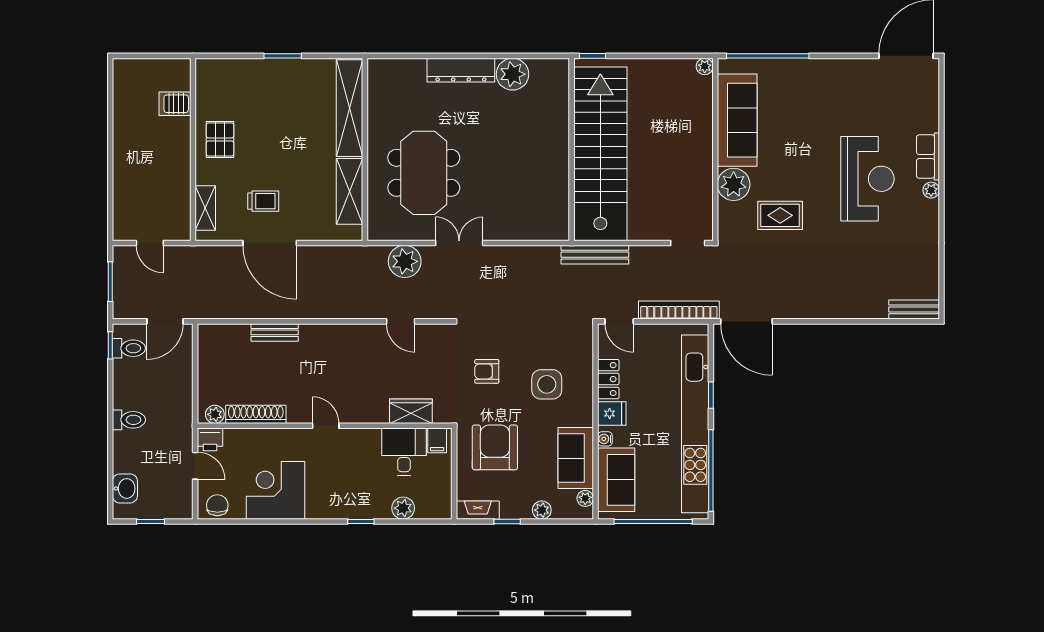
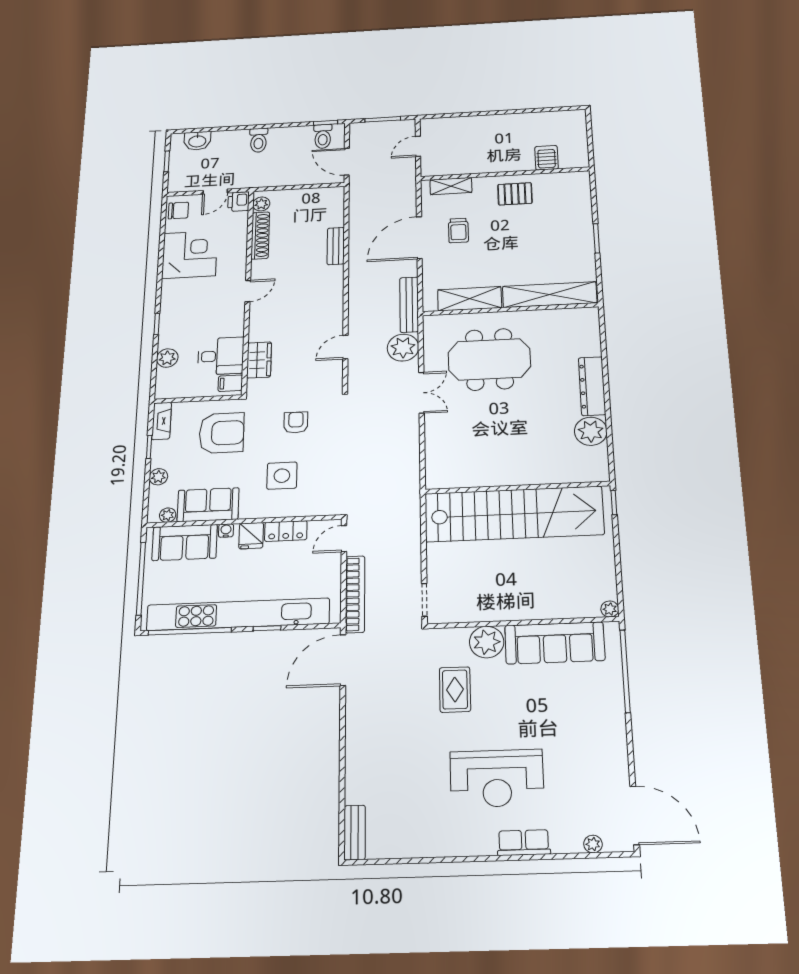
plant: (931, 190) -> (593, 844), moved
bench: (595, 255) -> (409, 305), moved

